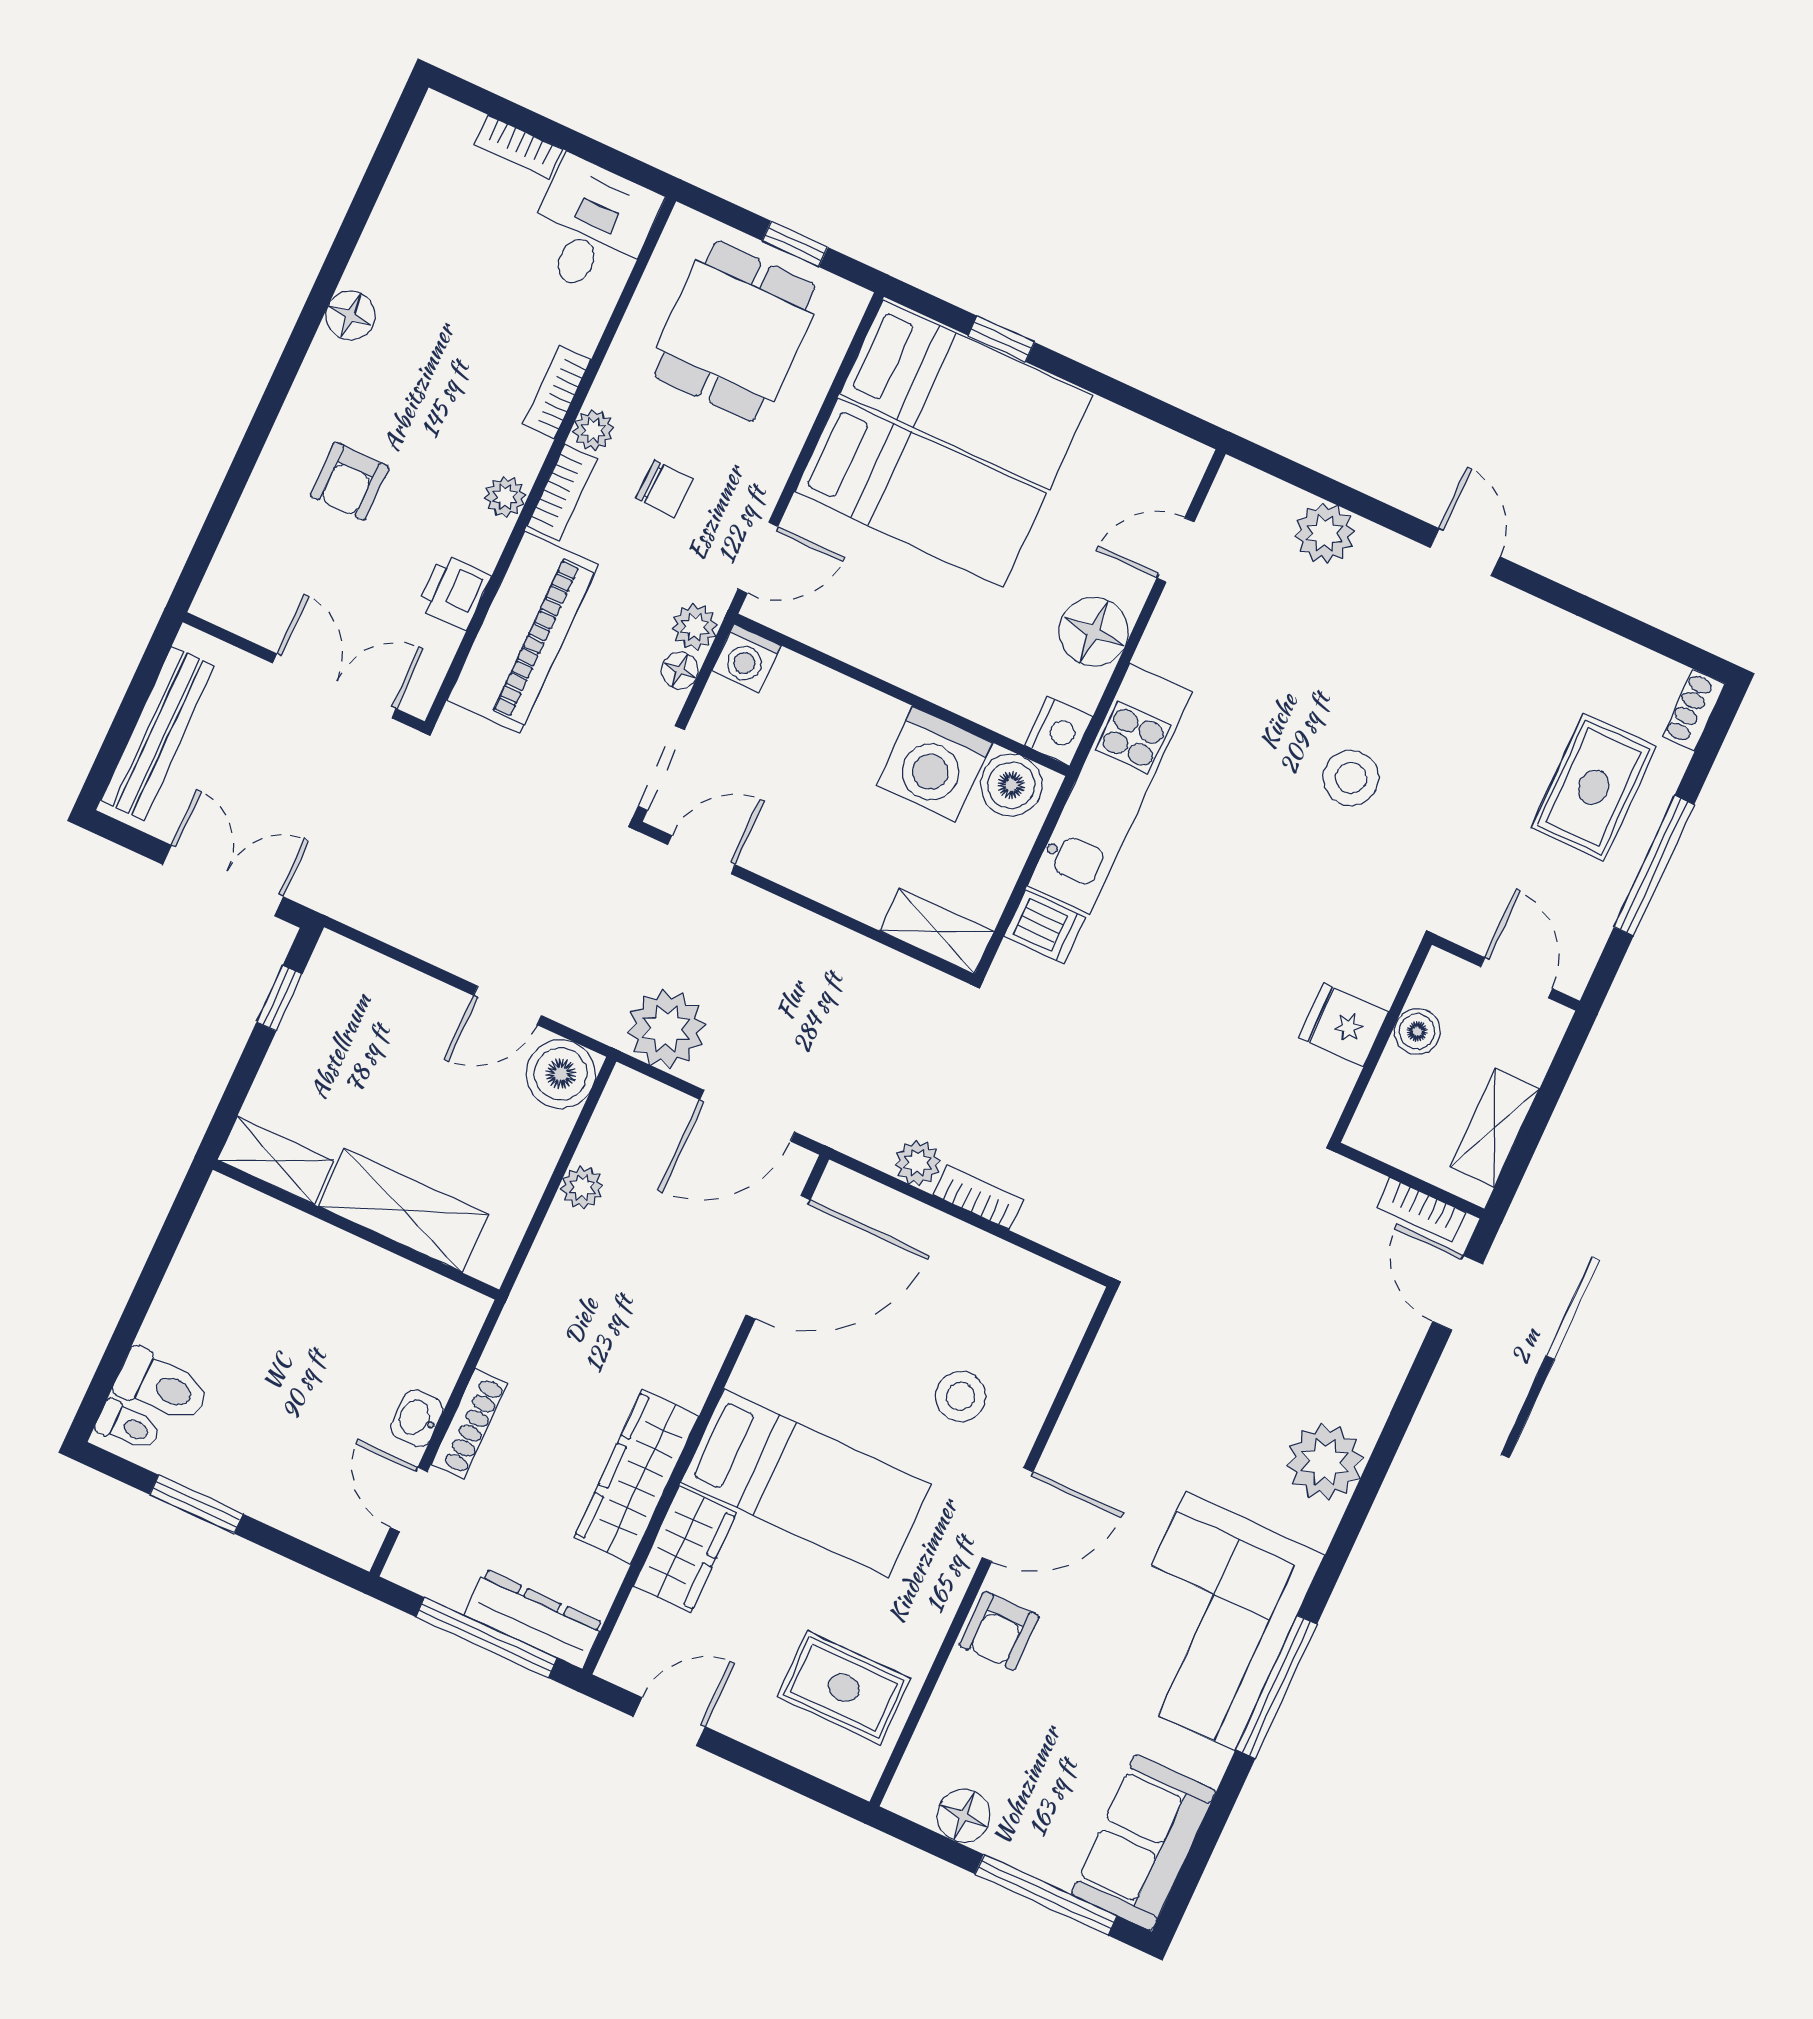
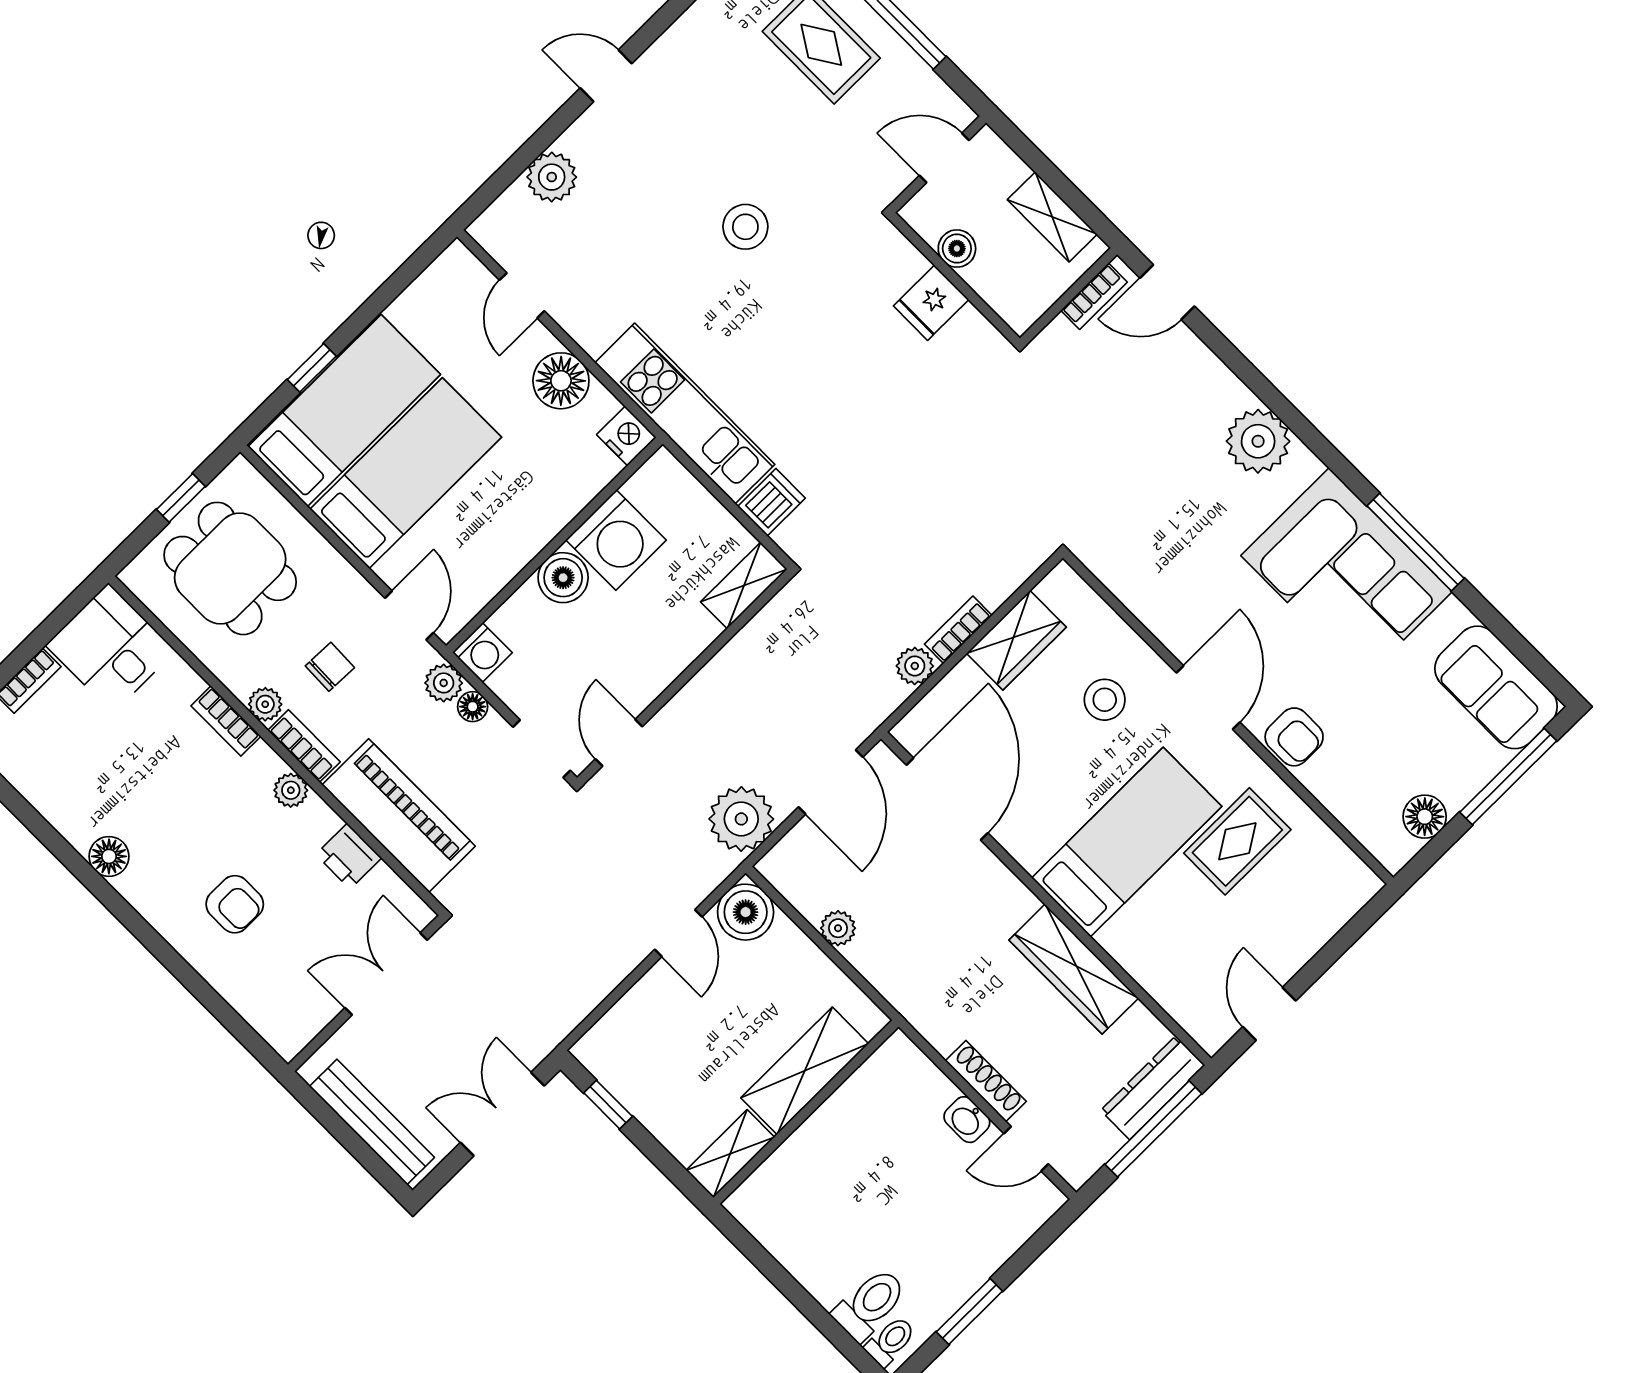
boiler: (1011, 785) -> (563, 578), moved
wardrobe: (685, 1550) -> (1016, 640), moved, turned 90
rug: (844, 1688) -> (1237, 841), moved

